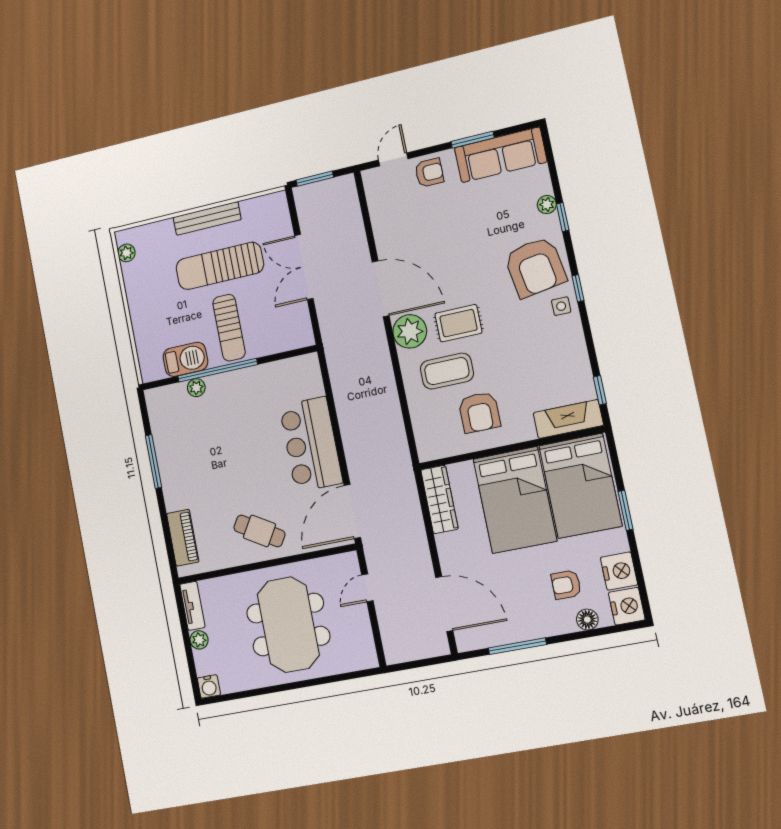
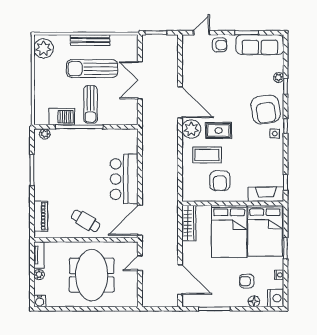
plant: (126, 253) -> (44, 48), width x1.87, depth x1.87
plant: (196, 388) -> (45, 134), moved
nightstand: (619, 571) -> (279, 275), width x0.53, depth x0.56

